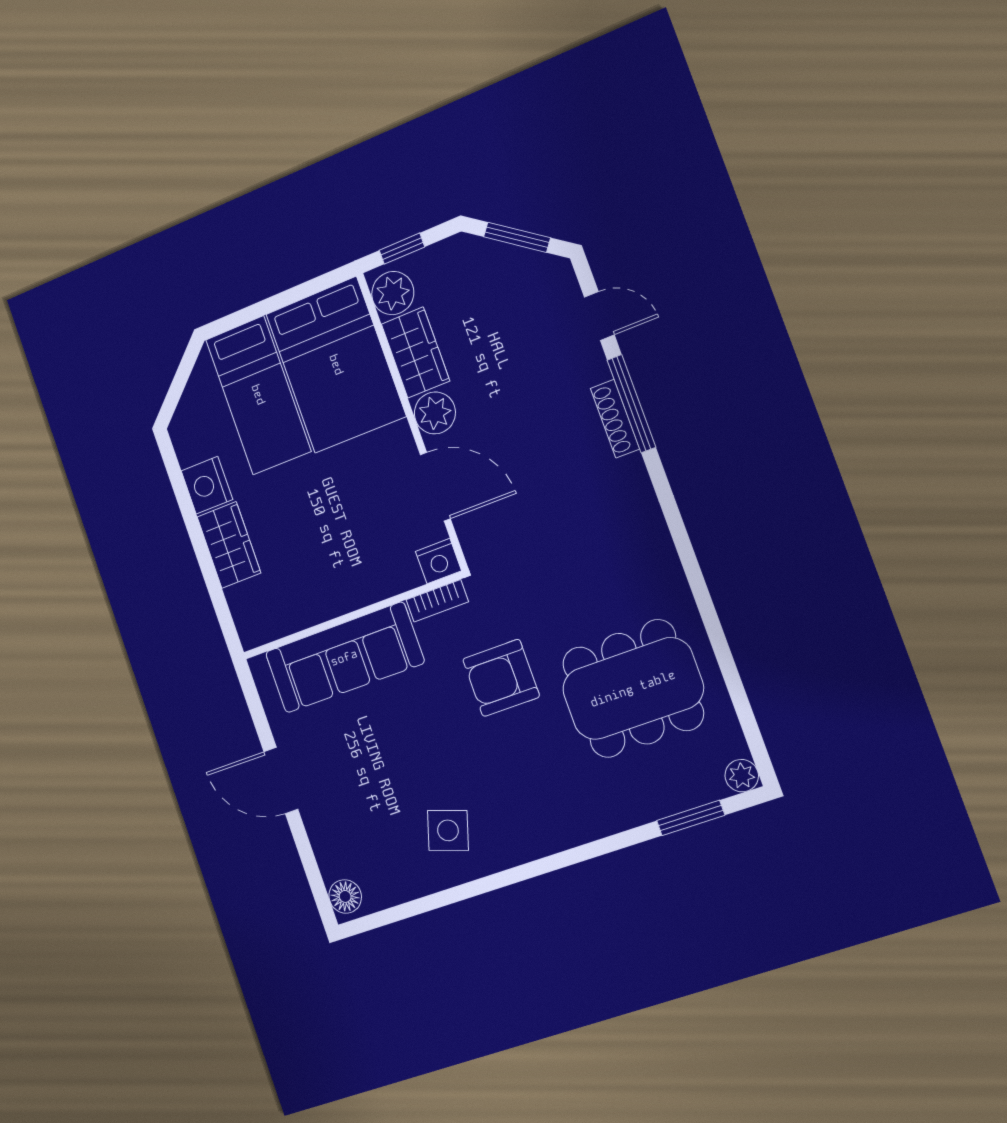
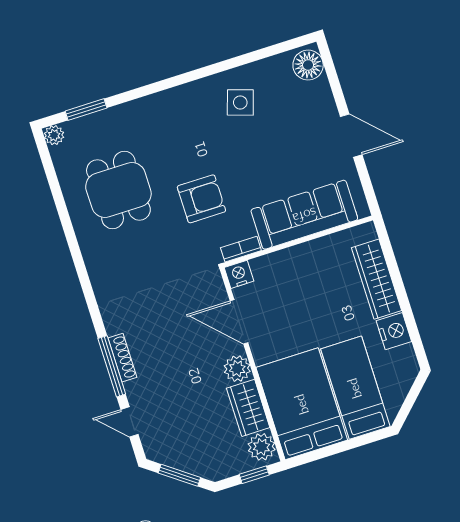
wardrobe: (229, 545) -> (376, 279), width x1.50
dining table: (633, 689) -> (118, 190), width x0.73
floor lamp: (345, 896) -> (308, 65), width x1.38, depth x1.38

